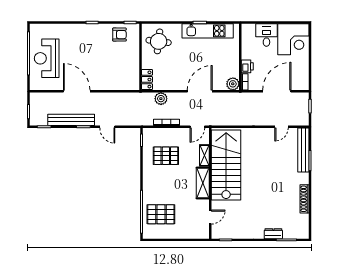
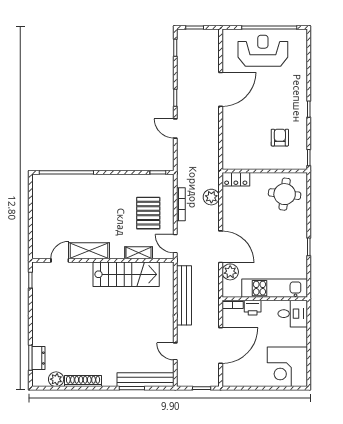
kitchen unit: (208, 31) -> (275, 288), moved, turned 90
armchair: (119, 35) -> (280, 138), moved, turned 180
desk: (266, 35) -> (293, 314), moved
plant: (233, 84) -> (230, 272), moved
door: (277, 91) -> (221, 346), hinge flipped
bench: (71, 120) -> (184, 295), moved
door: (107, 127) -> (175, 128), hinge flipped
pallet: (166, 156) -> (148, 213), moved
stairs: (226, 165) -> (126, 274), width x0.73, depth x0.66
shelving: (203, 183) -> (89, 251), moved
pallet: (161, 214) -> (63, 197), removed
door: (210, 217) -> (60, 260), swing flipped
plant: (303, 220) -> (56, 379), added
dresser: (273, 234) -> (38, 358), moved

